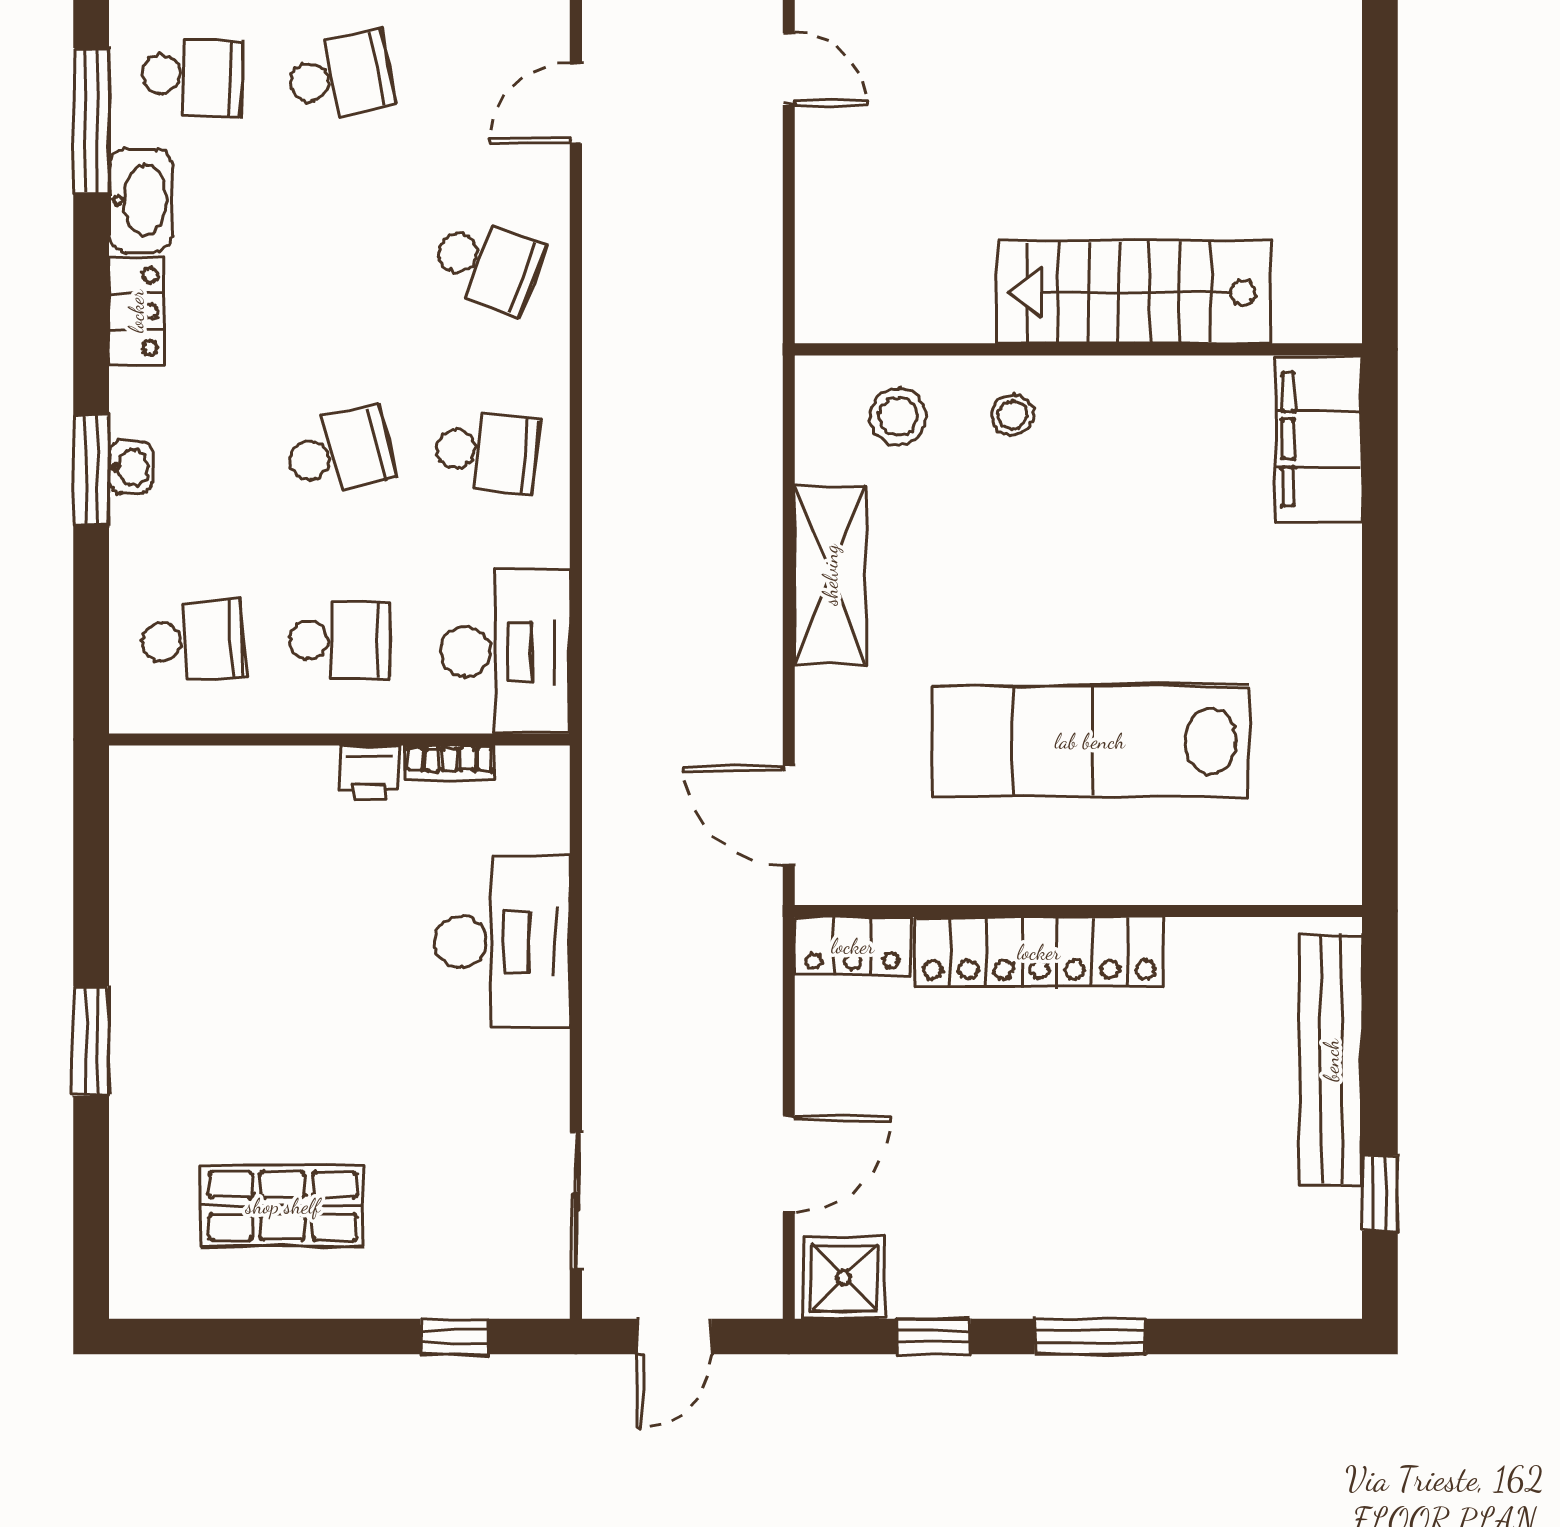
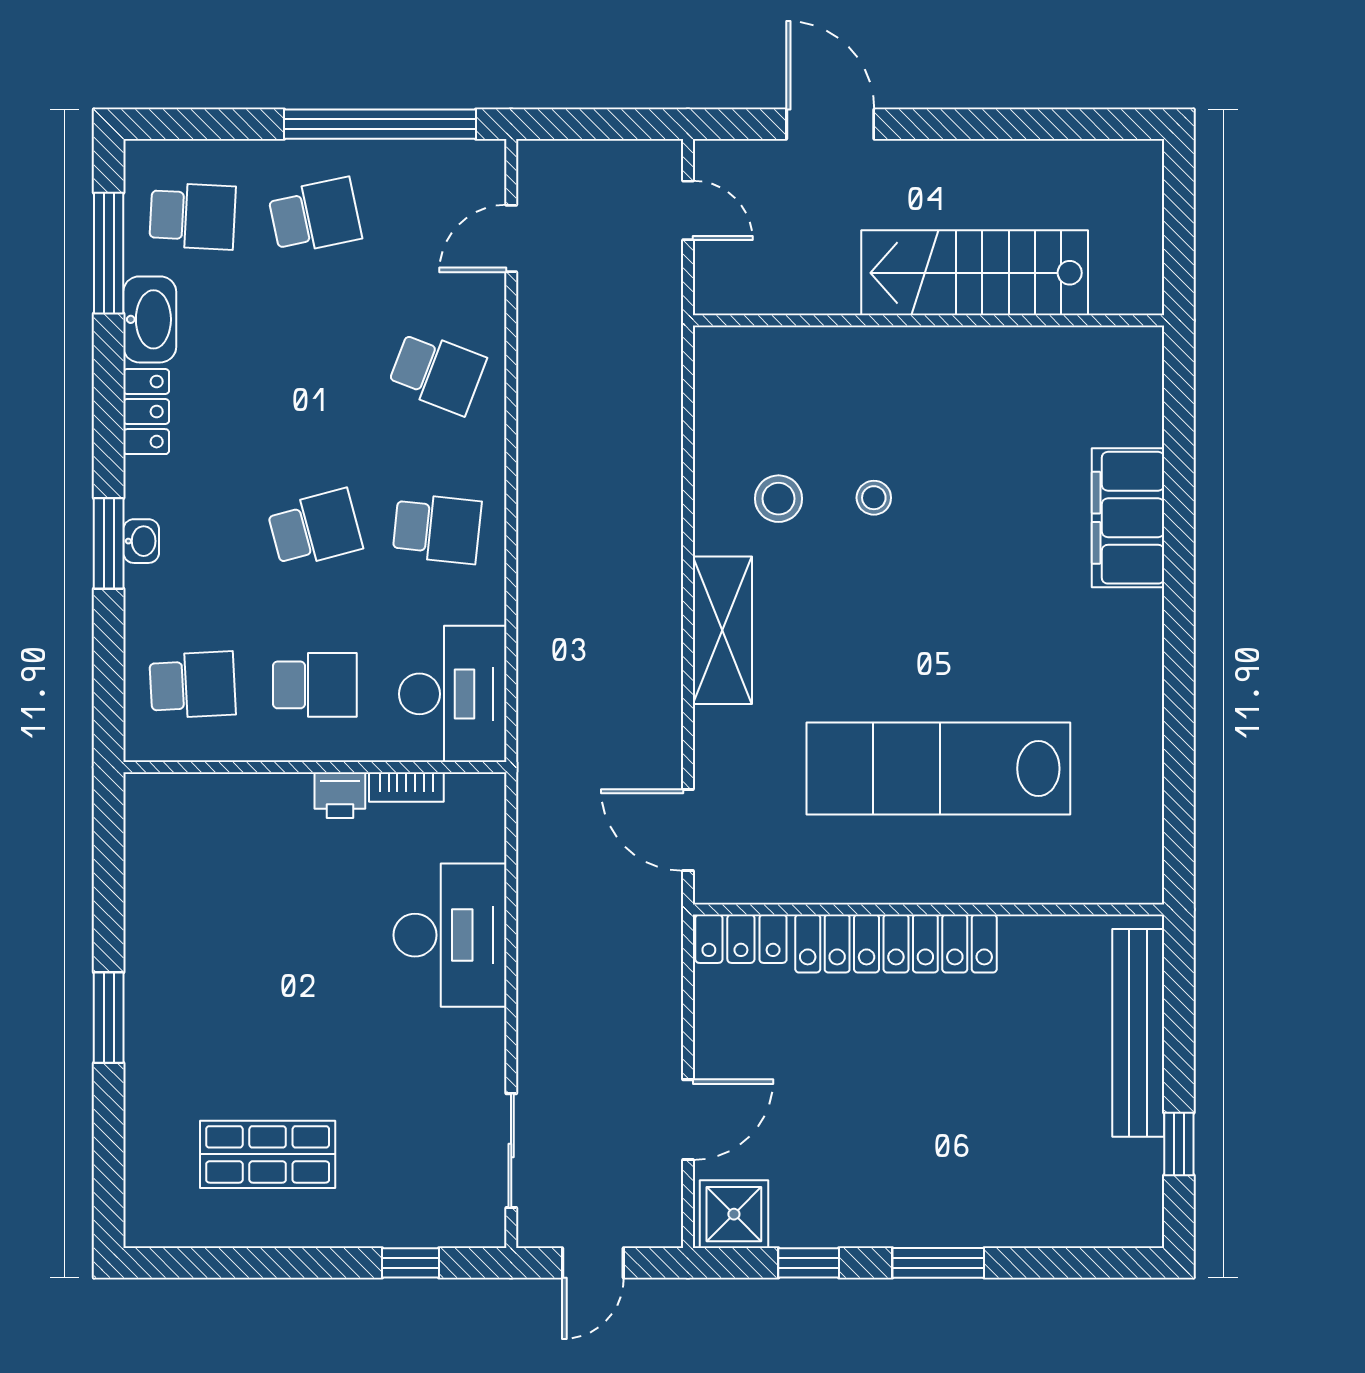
stairs: (1134, 292) -> (975, 273), moved
wall: (1078, 349) -> (928, 320), moved

